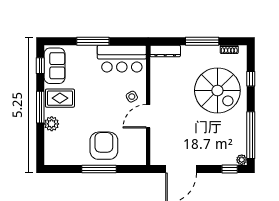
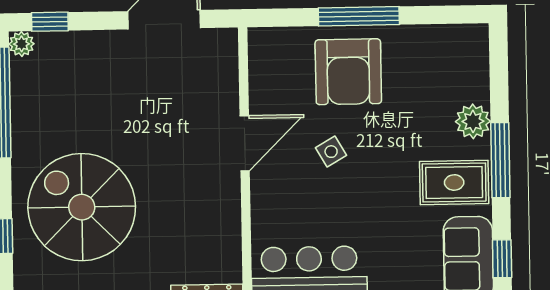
side table: (132, 97) -> (331, 152), moved

